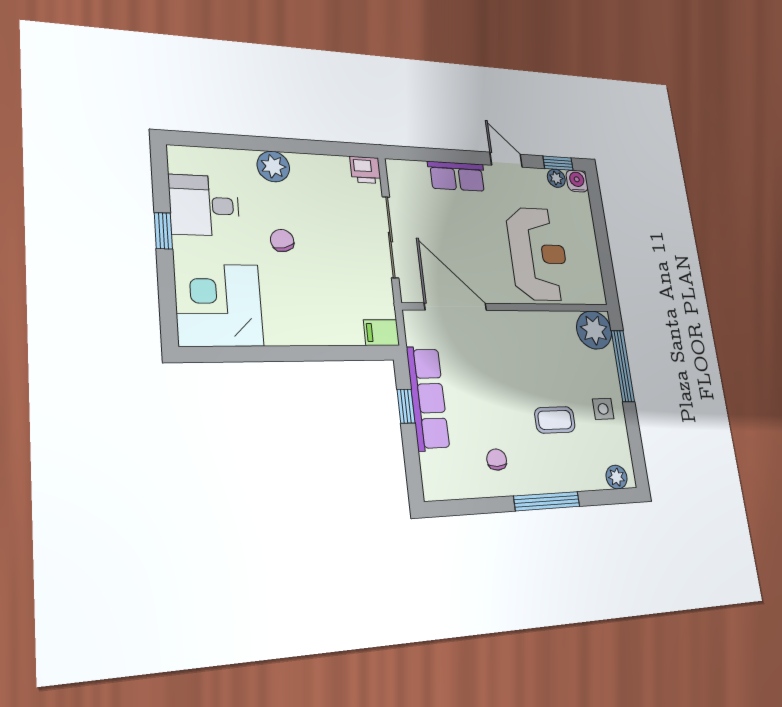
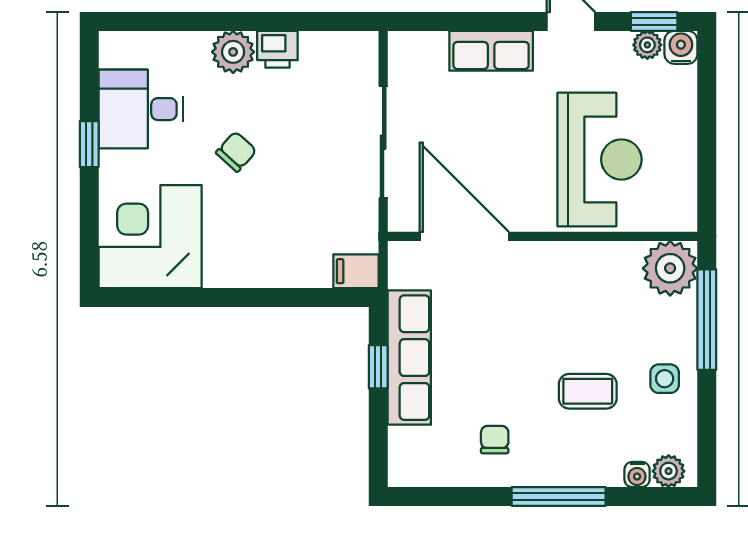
printer: (365, 170) -> (277, 49), moved
chair: (282, 240) -> (236, 152), turned 56
water cooler: (597, 481) -> (637, 474), added

